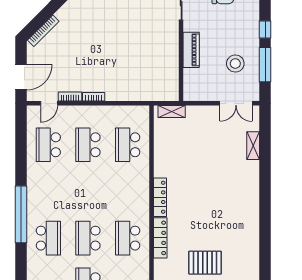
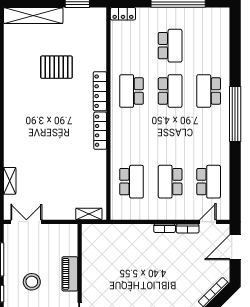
stool: (235, 64) -> (32, 282), moved
school desk: (88, 145) -> (170, 182), turned 180
school desk: (128, 238) -> (132, 91), turned 180

